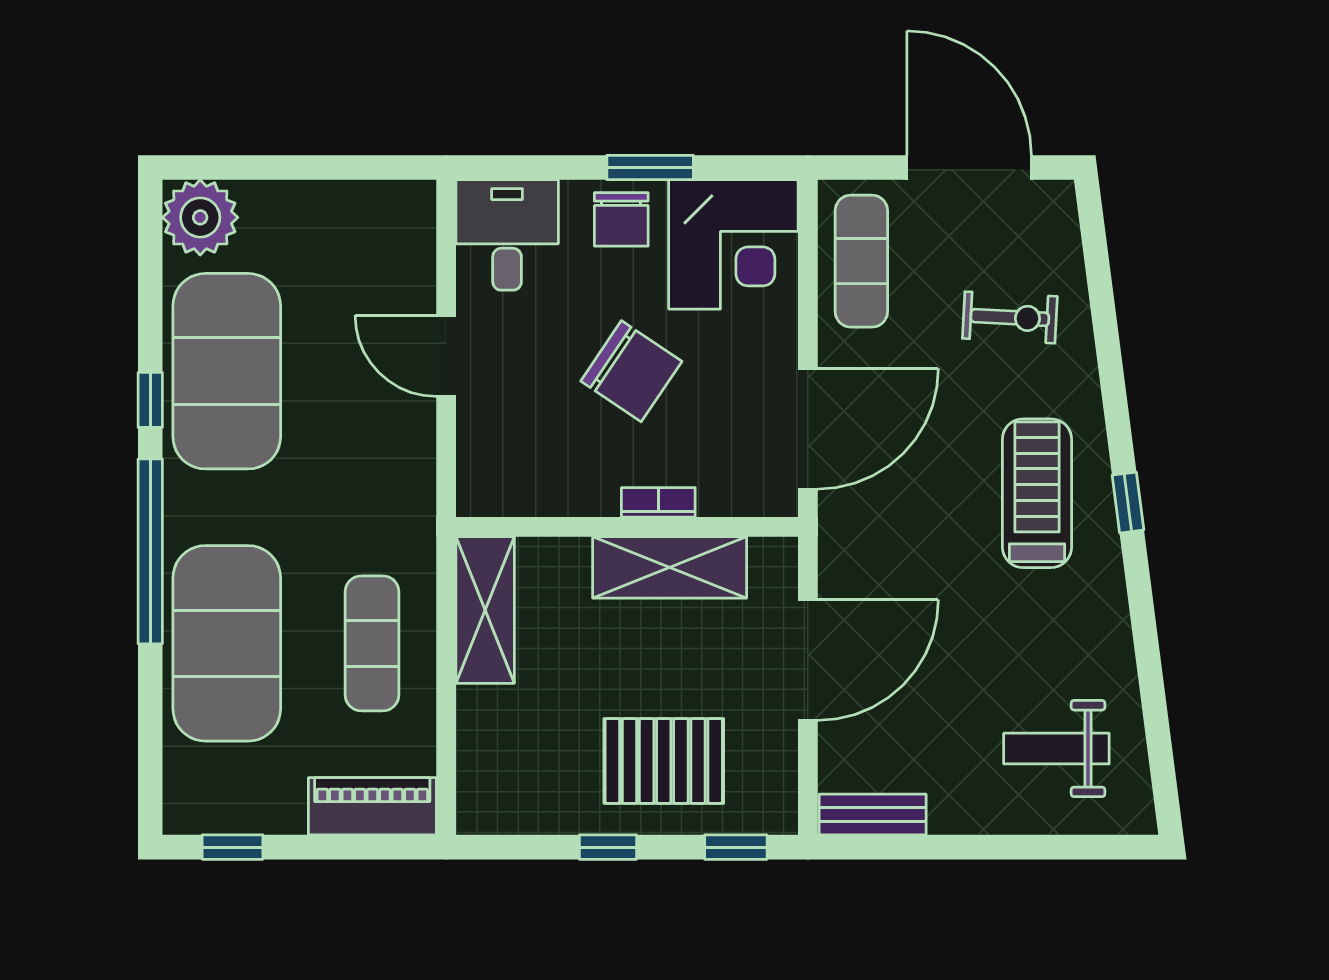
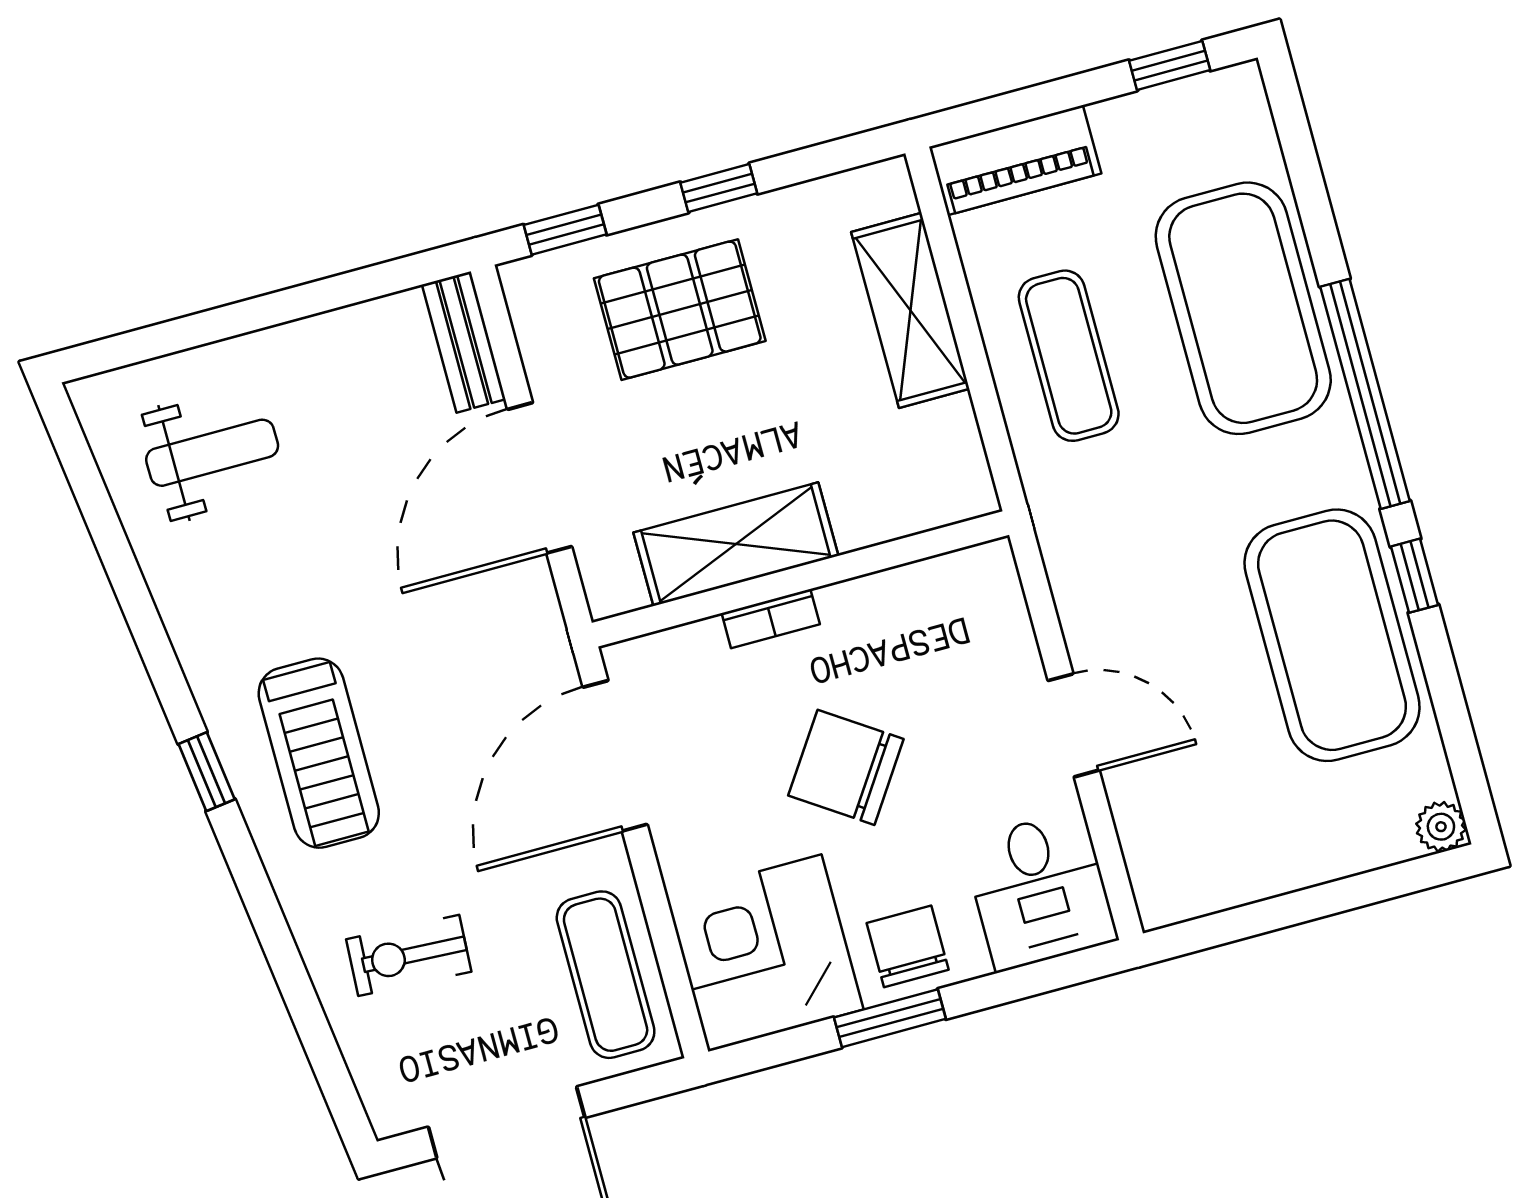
plant: (200, 217) -> (1441, 827), width x0.53, depth x0.53
shelving: (485, 610) -> (910, 310), moved
bench: (873, 814) -> (464, 342), moved, turned 90

